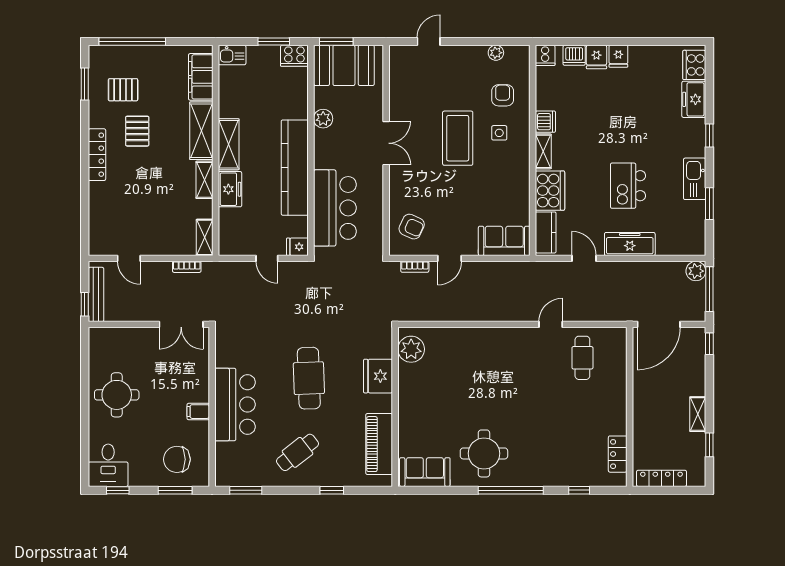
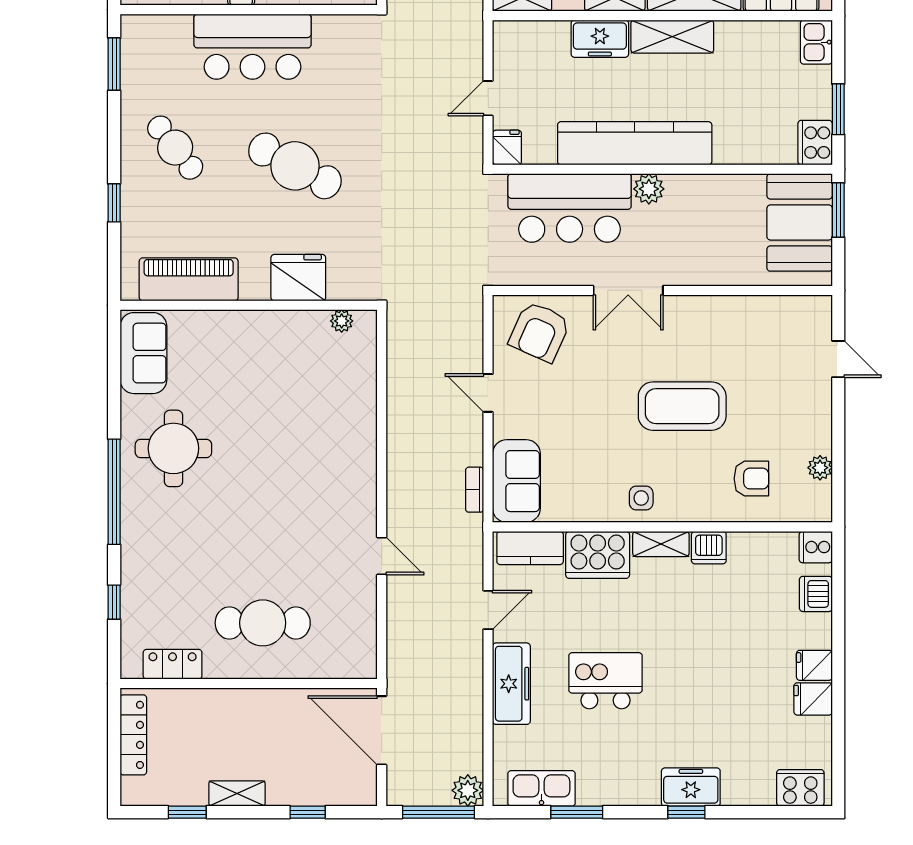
fridge: (596, 57) -> (813, 699), moved
freezer: (694, 99) -> (691, 787), moved
plant: (323, 119) -> (649, 189), moved
side table: (499, 133) -> (641, 498), moved
double door: (386, 143) -> (628, 290), moved
kitchen sink: (695, 179) -> (541, 788), moved
armchair: (412, 227) -> (540, 332), width x1.38, depth x1.38
bookcase: (415, 267) -> (475, 490), moved
window: (709, 344) -> (308, 812), moved
plant: (411, 349) -> (342, 321), width x0.53, depth x0.53
cafe table: (582, 358) -> (263, 623), moved, width x1.37, depth x1.35
cafe table: (309, 378) -> (295, 166), turned 30

